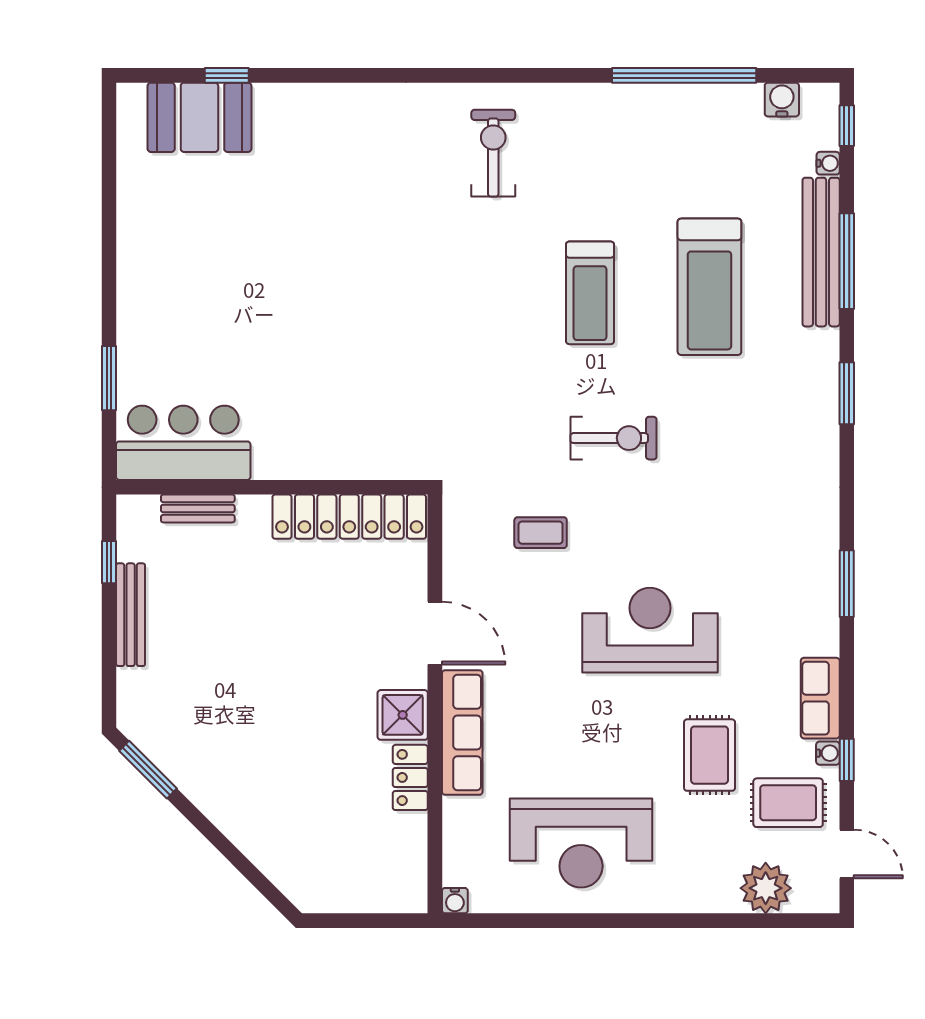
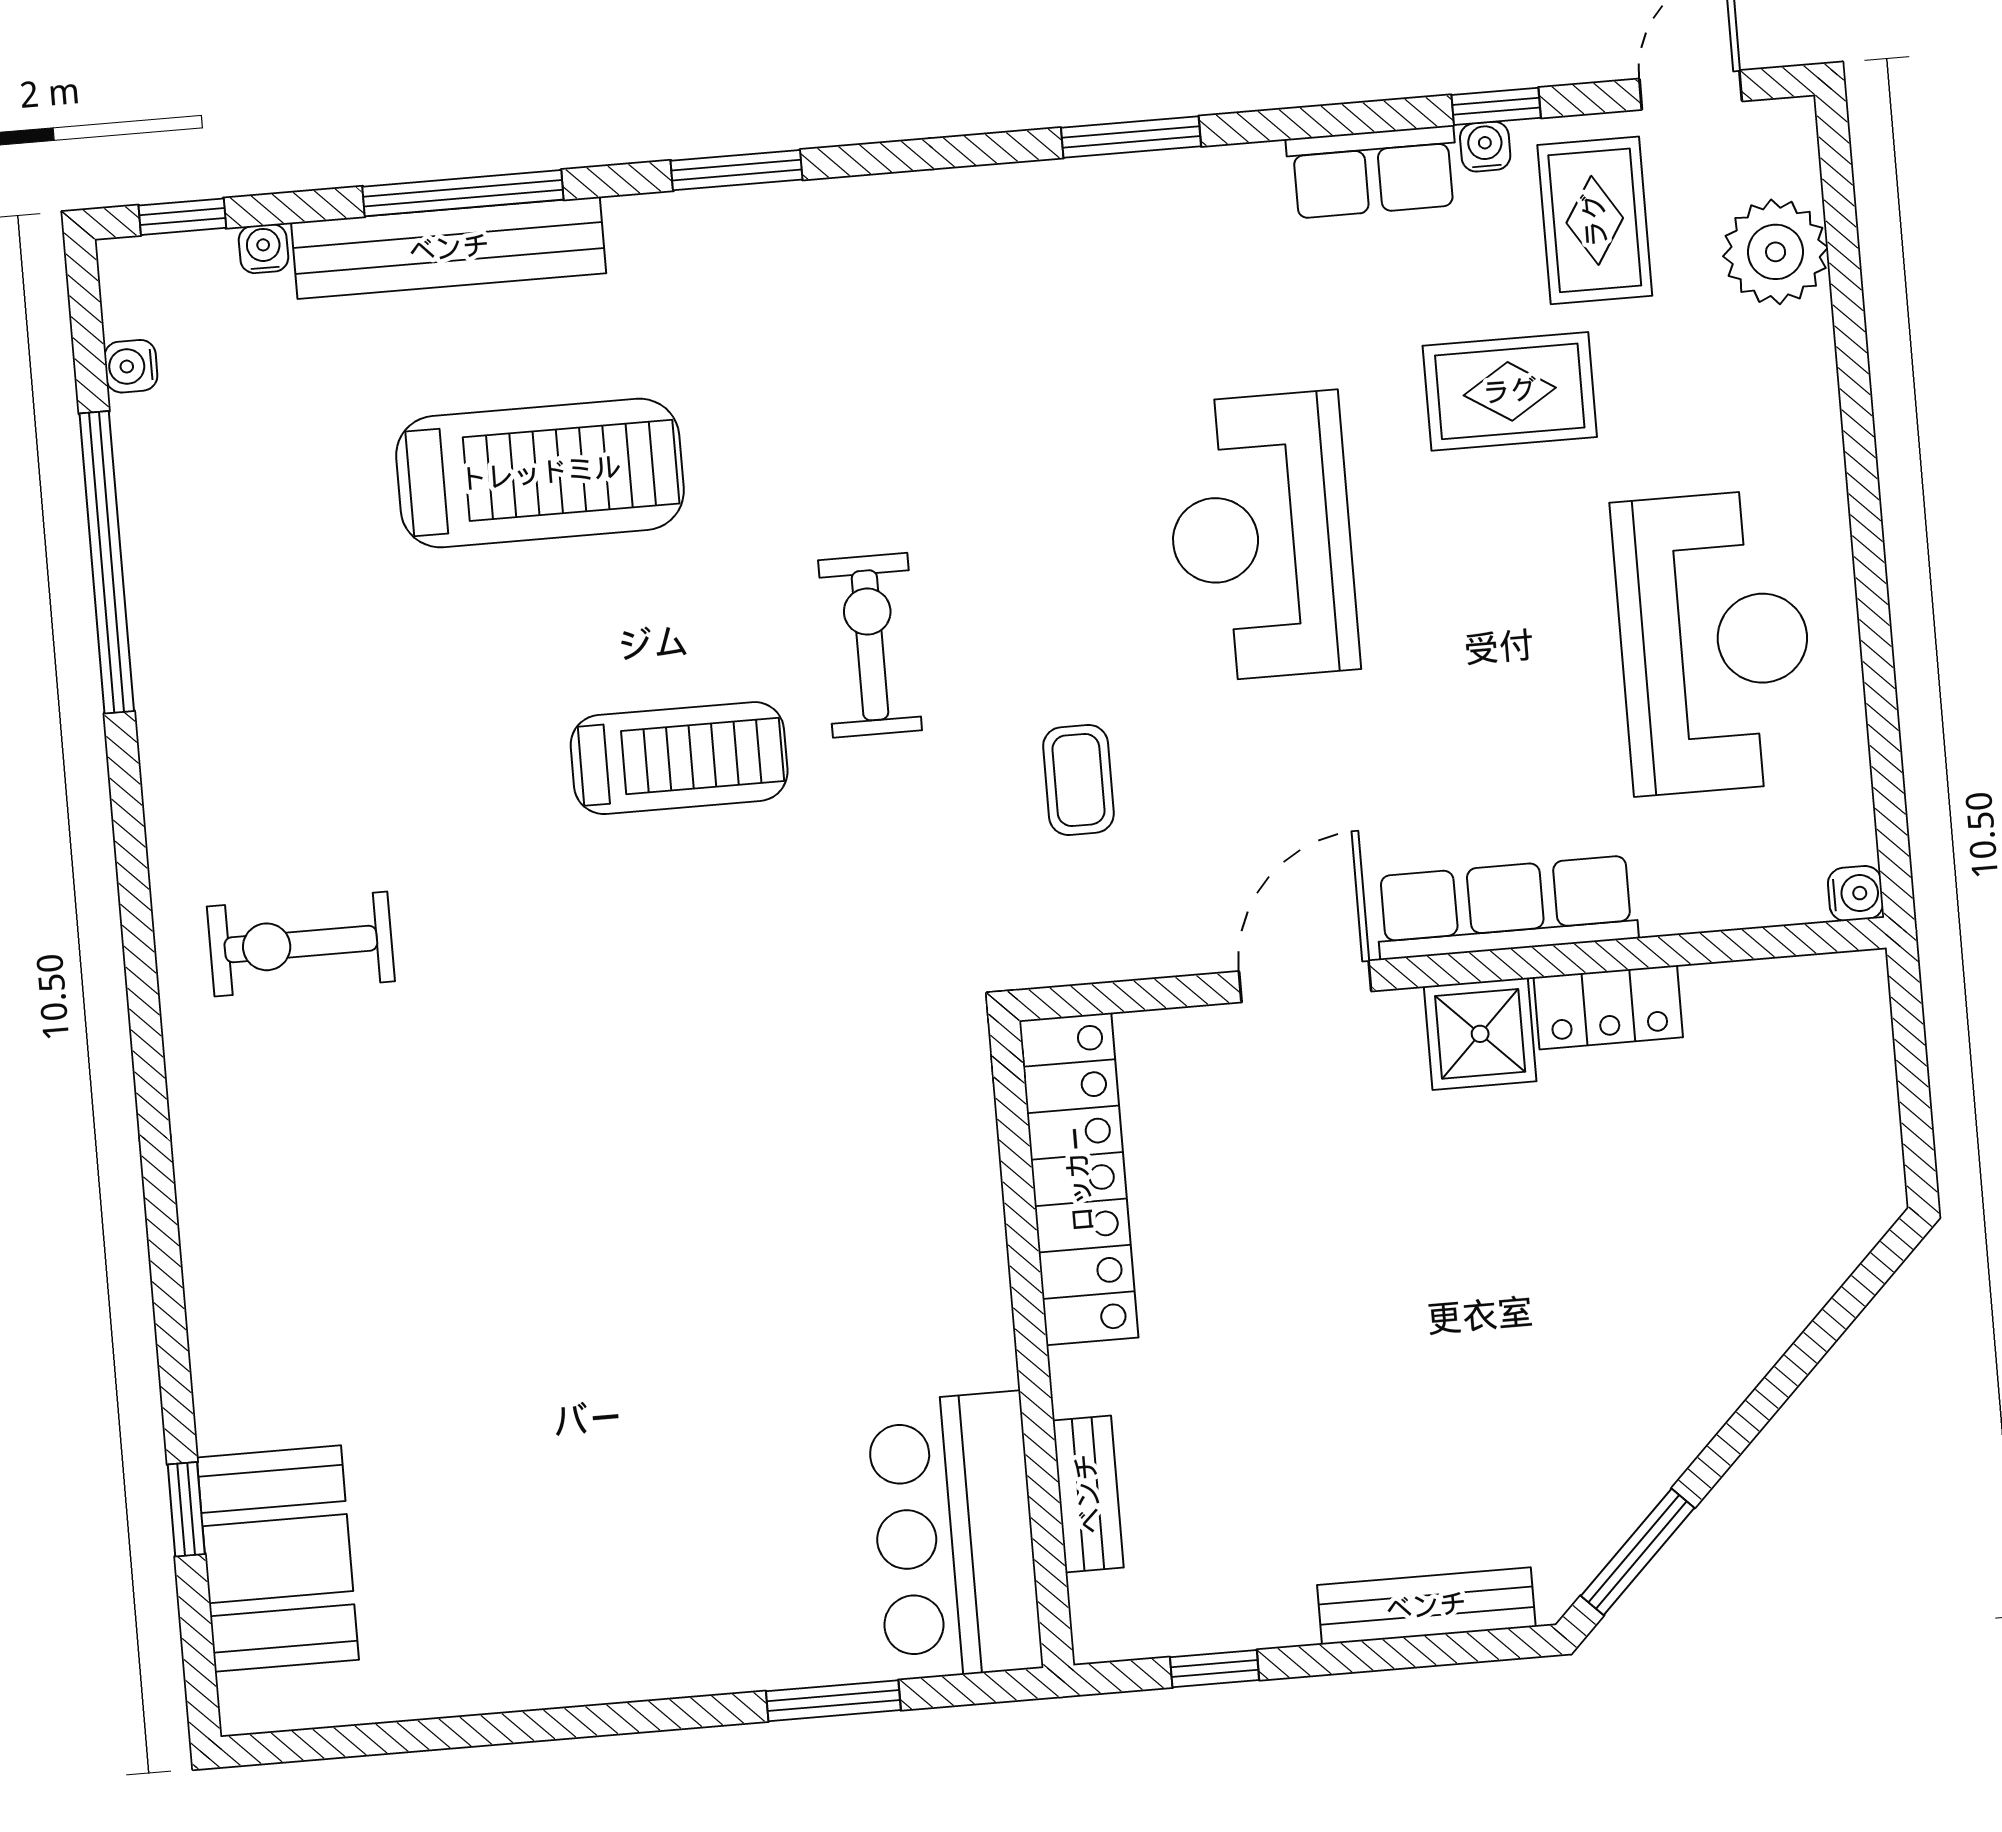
water cooler: (782, 100) -> (131, 366), width x0.72, depth x0.72
treadmill: (590, 293) -> (679, 758), moved
bench: (131, 615) -> (1426, 1606), moved

